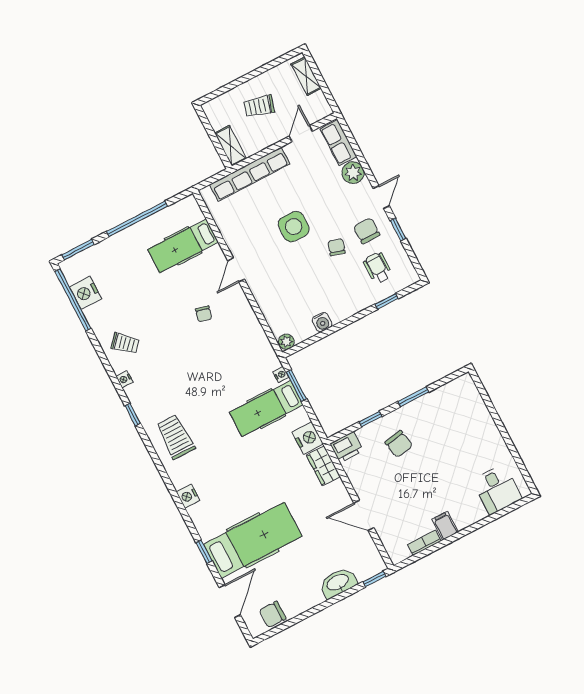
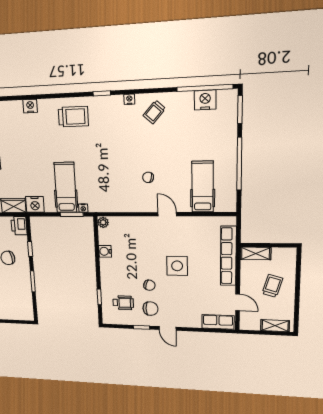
plant: (353, 173) -> (193, 320), removed

